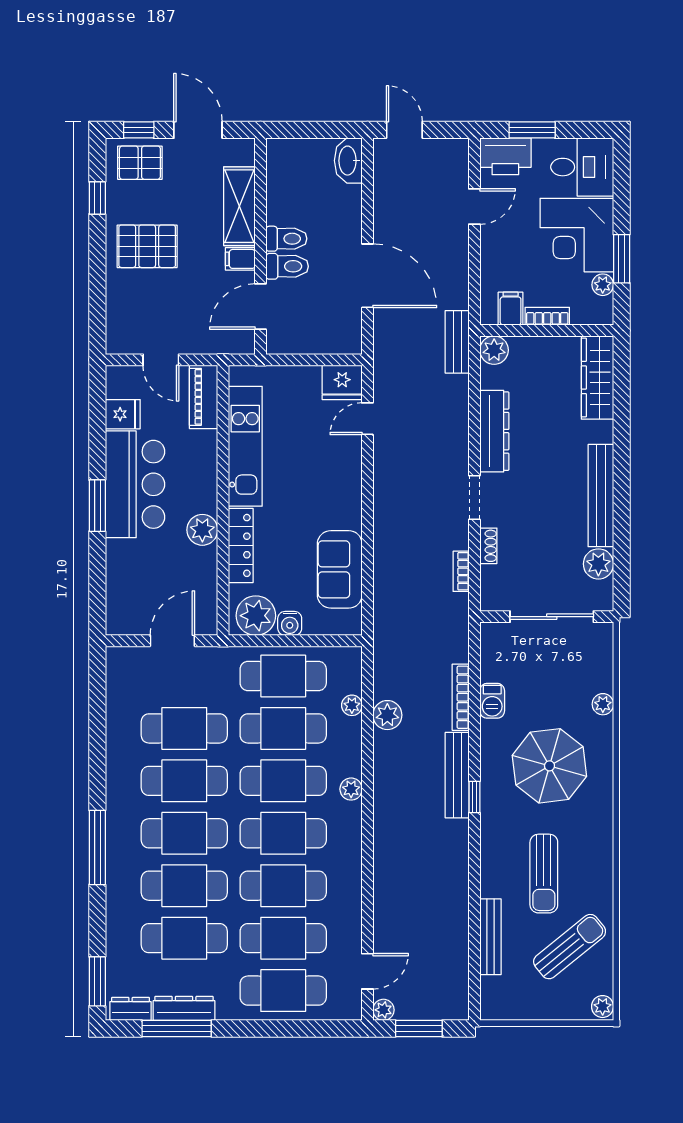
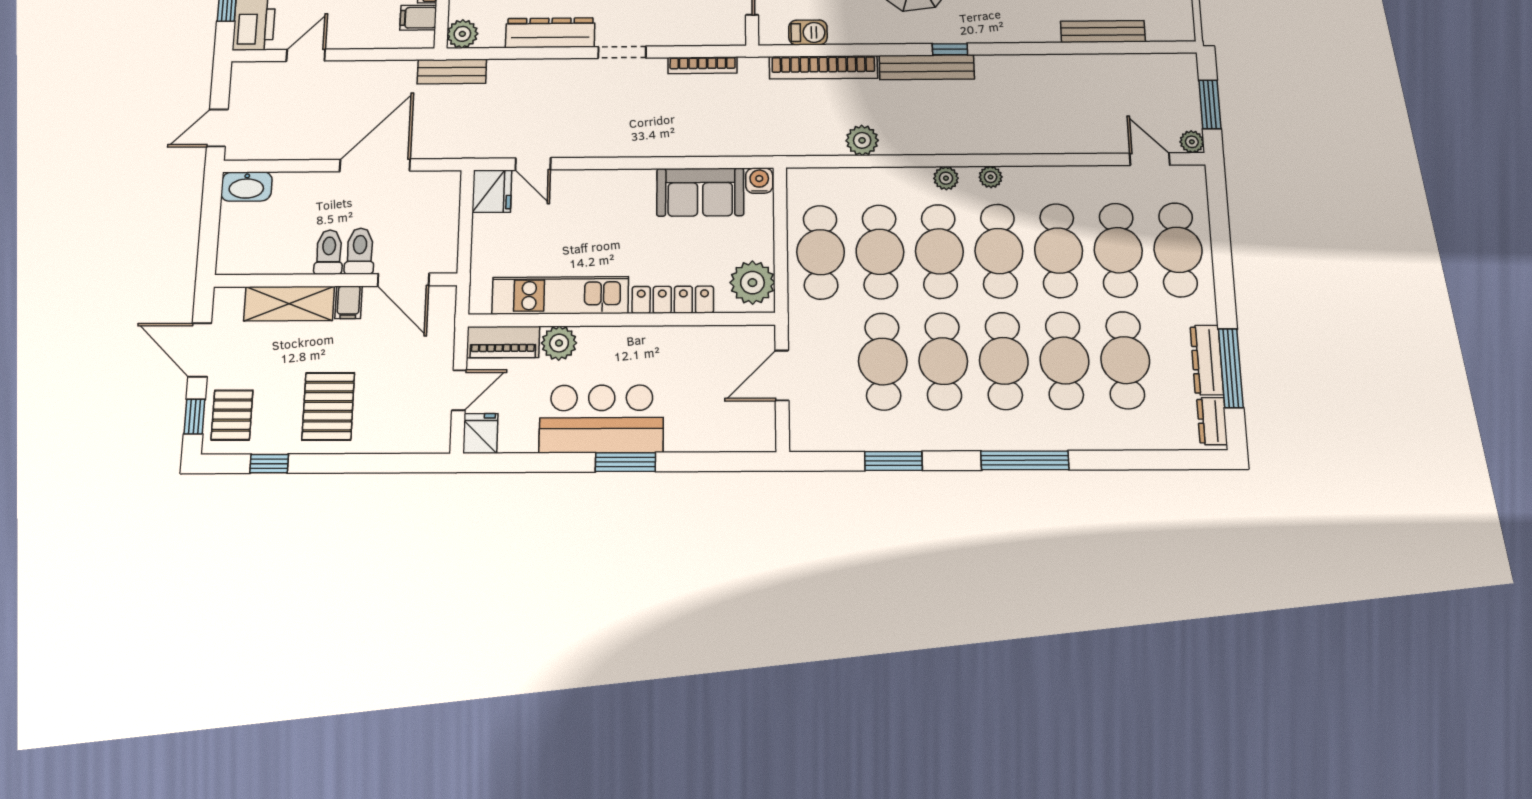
door: (198, 130) -> (200, 350), hinge flipped
door: (474, 207) -> (306, 55), hinge flipped
fridge: (123, 414) -> (480, 433), moved
plant: (202, 530) -> (559, 343), moved
shoe rack: (488, 546) -> (675, 38), removed
bookcase: (461, 571) -> (703, 65), width x1.56
water cooler: (290, 623) -> (759, 181), moved, turned -90
door: (172, 641) -> (782, 375), hinge flipped
bookcase: (461, 697) -> (823, 67), width x1.48, depth x1.31
barbecue: (492, 701) -> (808, 33), moved
plant: (352, 705) -> (991, 177), moved
window: (97, 981) -> (893, 461), moved

